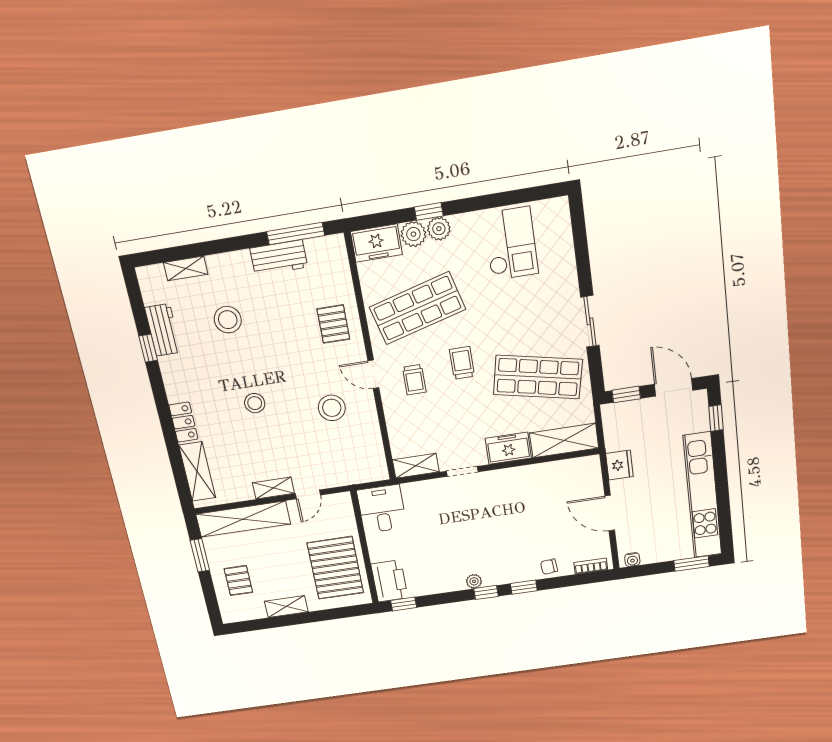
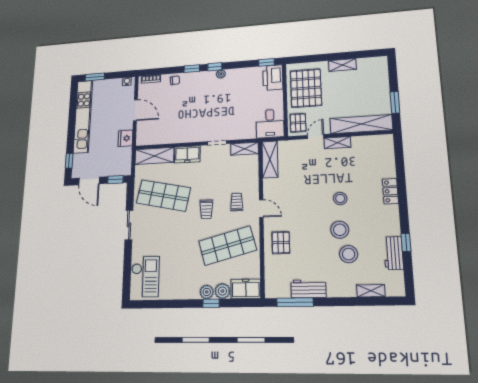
checkout: (511, 244) -> (145, 277), moved, turned 180
stool: (332, 408) -> (340, 230), moved
shelving: (197, 471) -> (270, 159), moved
pallet: (238, 580) -> (298, 123), moved

